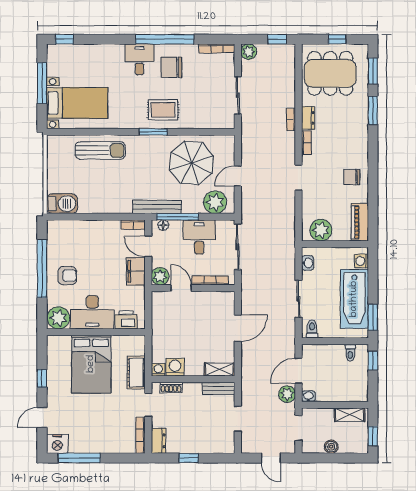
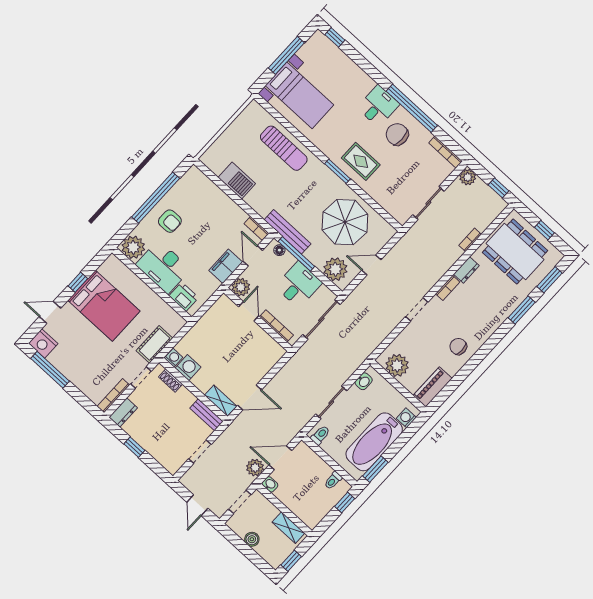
bookcase: (291, 120) -> (470, 240), moved
barbecue: (62, 204) -> (237, 181), moved
door: (238, 328) -> (250, 398), moved
bed: (91, 364) -> (104, 306), moved, turned -90

